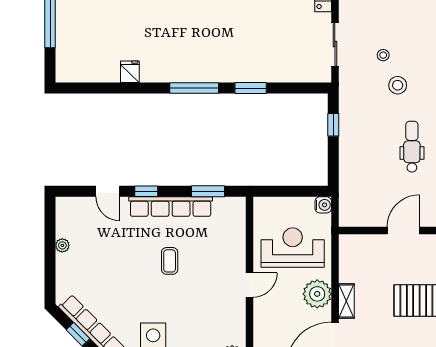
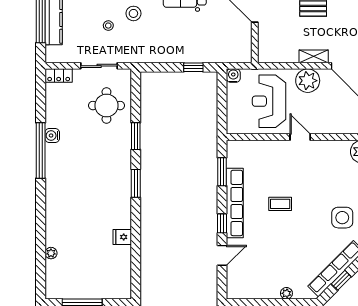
round table: (287, 53) -> (106, 106), added
window: (194, 88) -> (136, 183), width x0.69
window: (333, 125) -> (193, 67), moved
plant: (62, 245) -> (286, 293), moved

